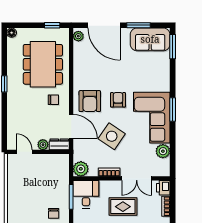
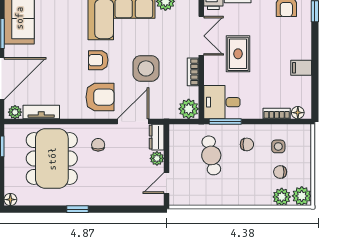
tv unit: (78, 56) -> (41, 112), added
dining table: (43, 64) -> (52, 159), turned 90
side table: (112, 136) -> (146, 68), turned -34
cafe table: (45, 186) -> (211, 155), added

